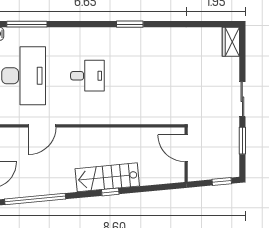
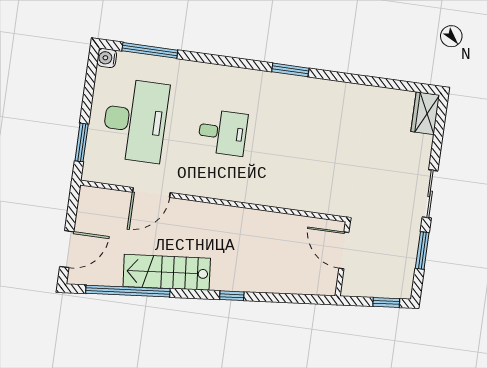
stairs: (107, 177) -> (167, 272), moved

